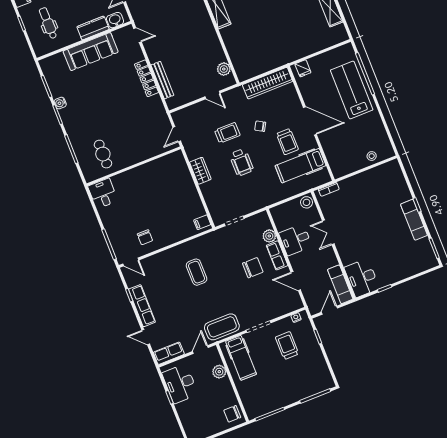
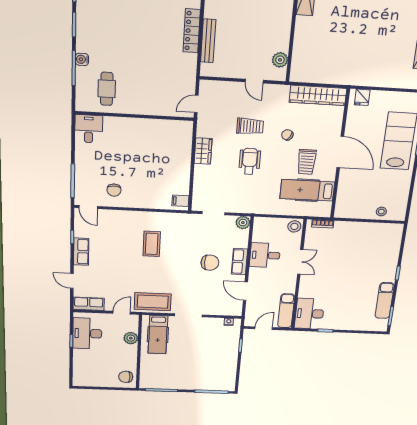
water cooler: (60, 103) -> (82, 59), moved
wheelchair: (241, 162) -> (250, 161), turned 180
exam couch: (414, 220) -> (385, 301), moved
double door: (328, 232) -> (300, 262), swing flipped
plant: (269, 236) -> (243, 223), moved
row of seats: (142, 306) -> (81, 252), width x0.68
trolley: (287, 346) -> (207, 342), removed

